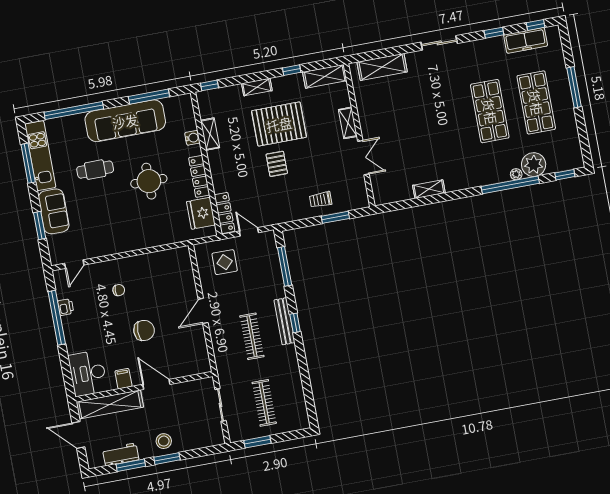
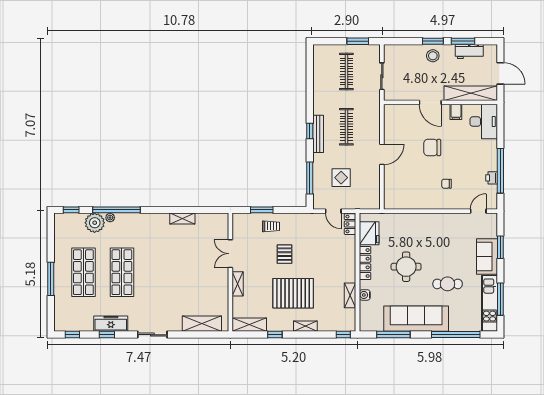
freezer: (526, 40) -> (111, 324), moved
pallet: (277, 164) -> (284, 254), moved
locker: (225, 213) -> (350, 224), width x0.66
display table: (225, 262) -> (341, 178), moved

